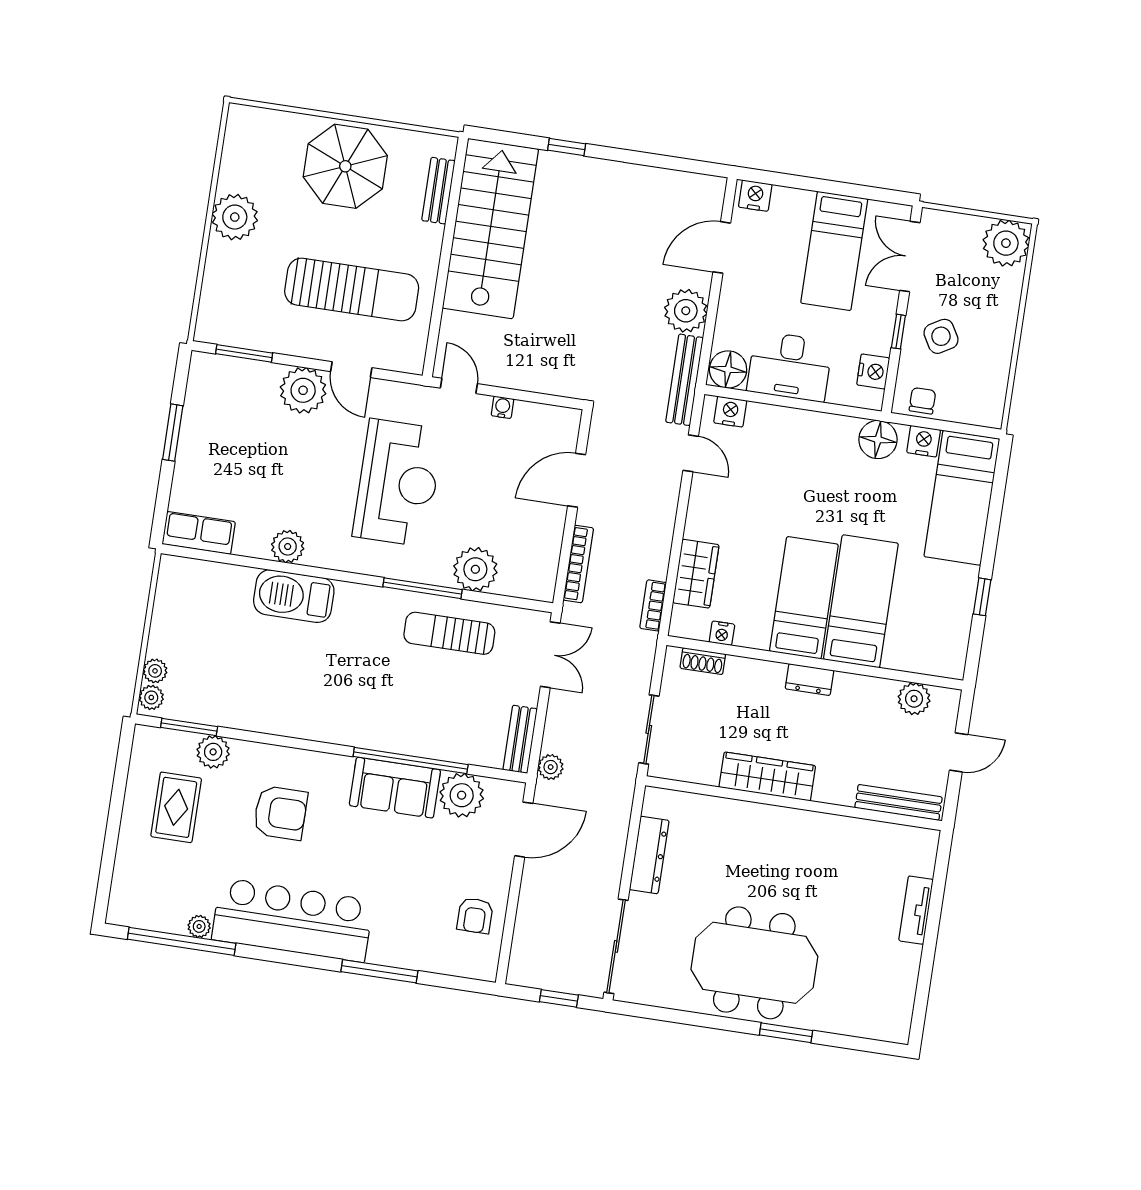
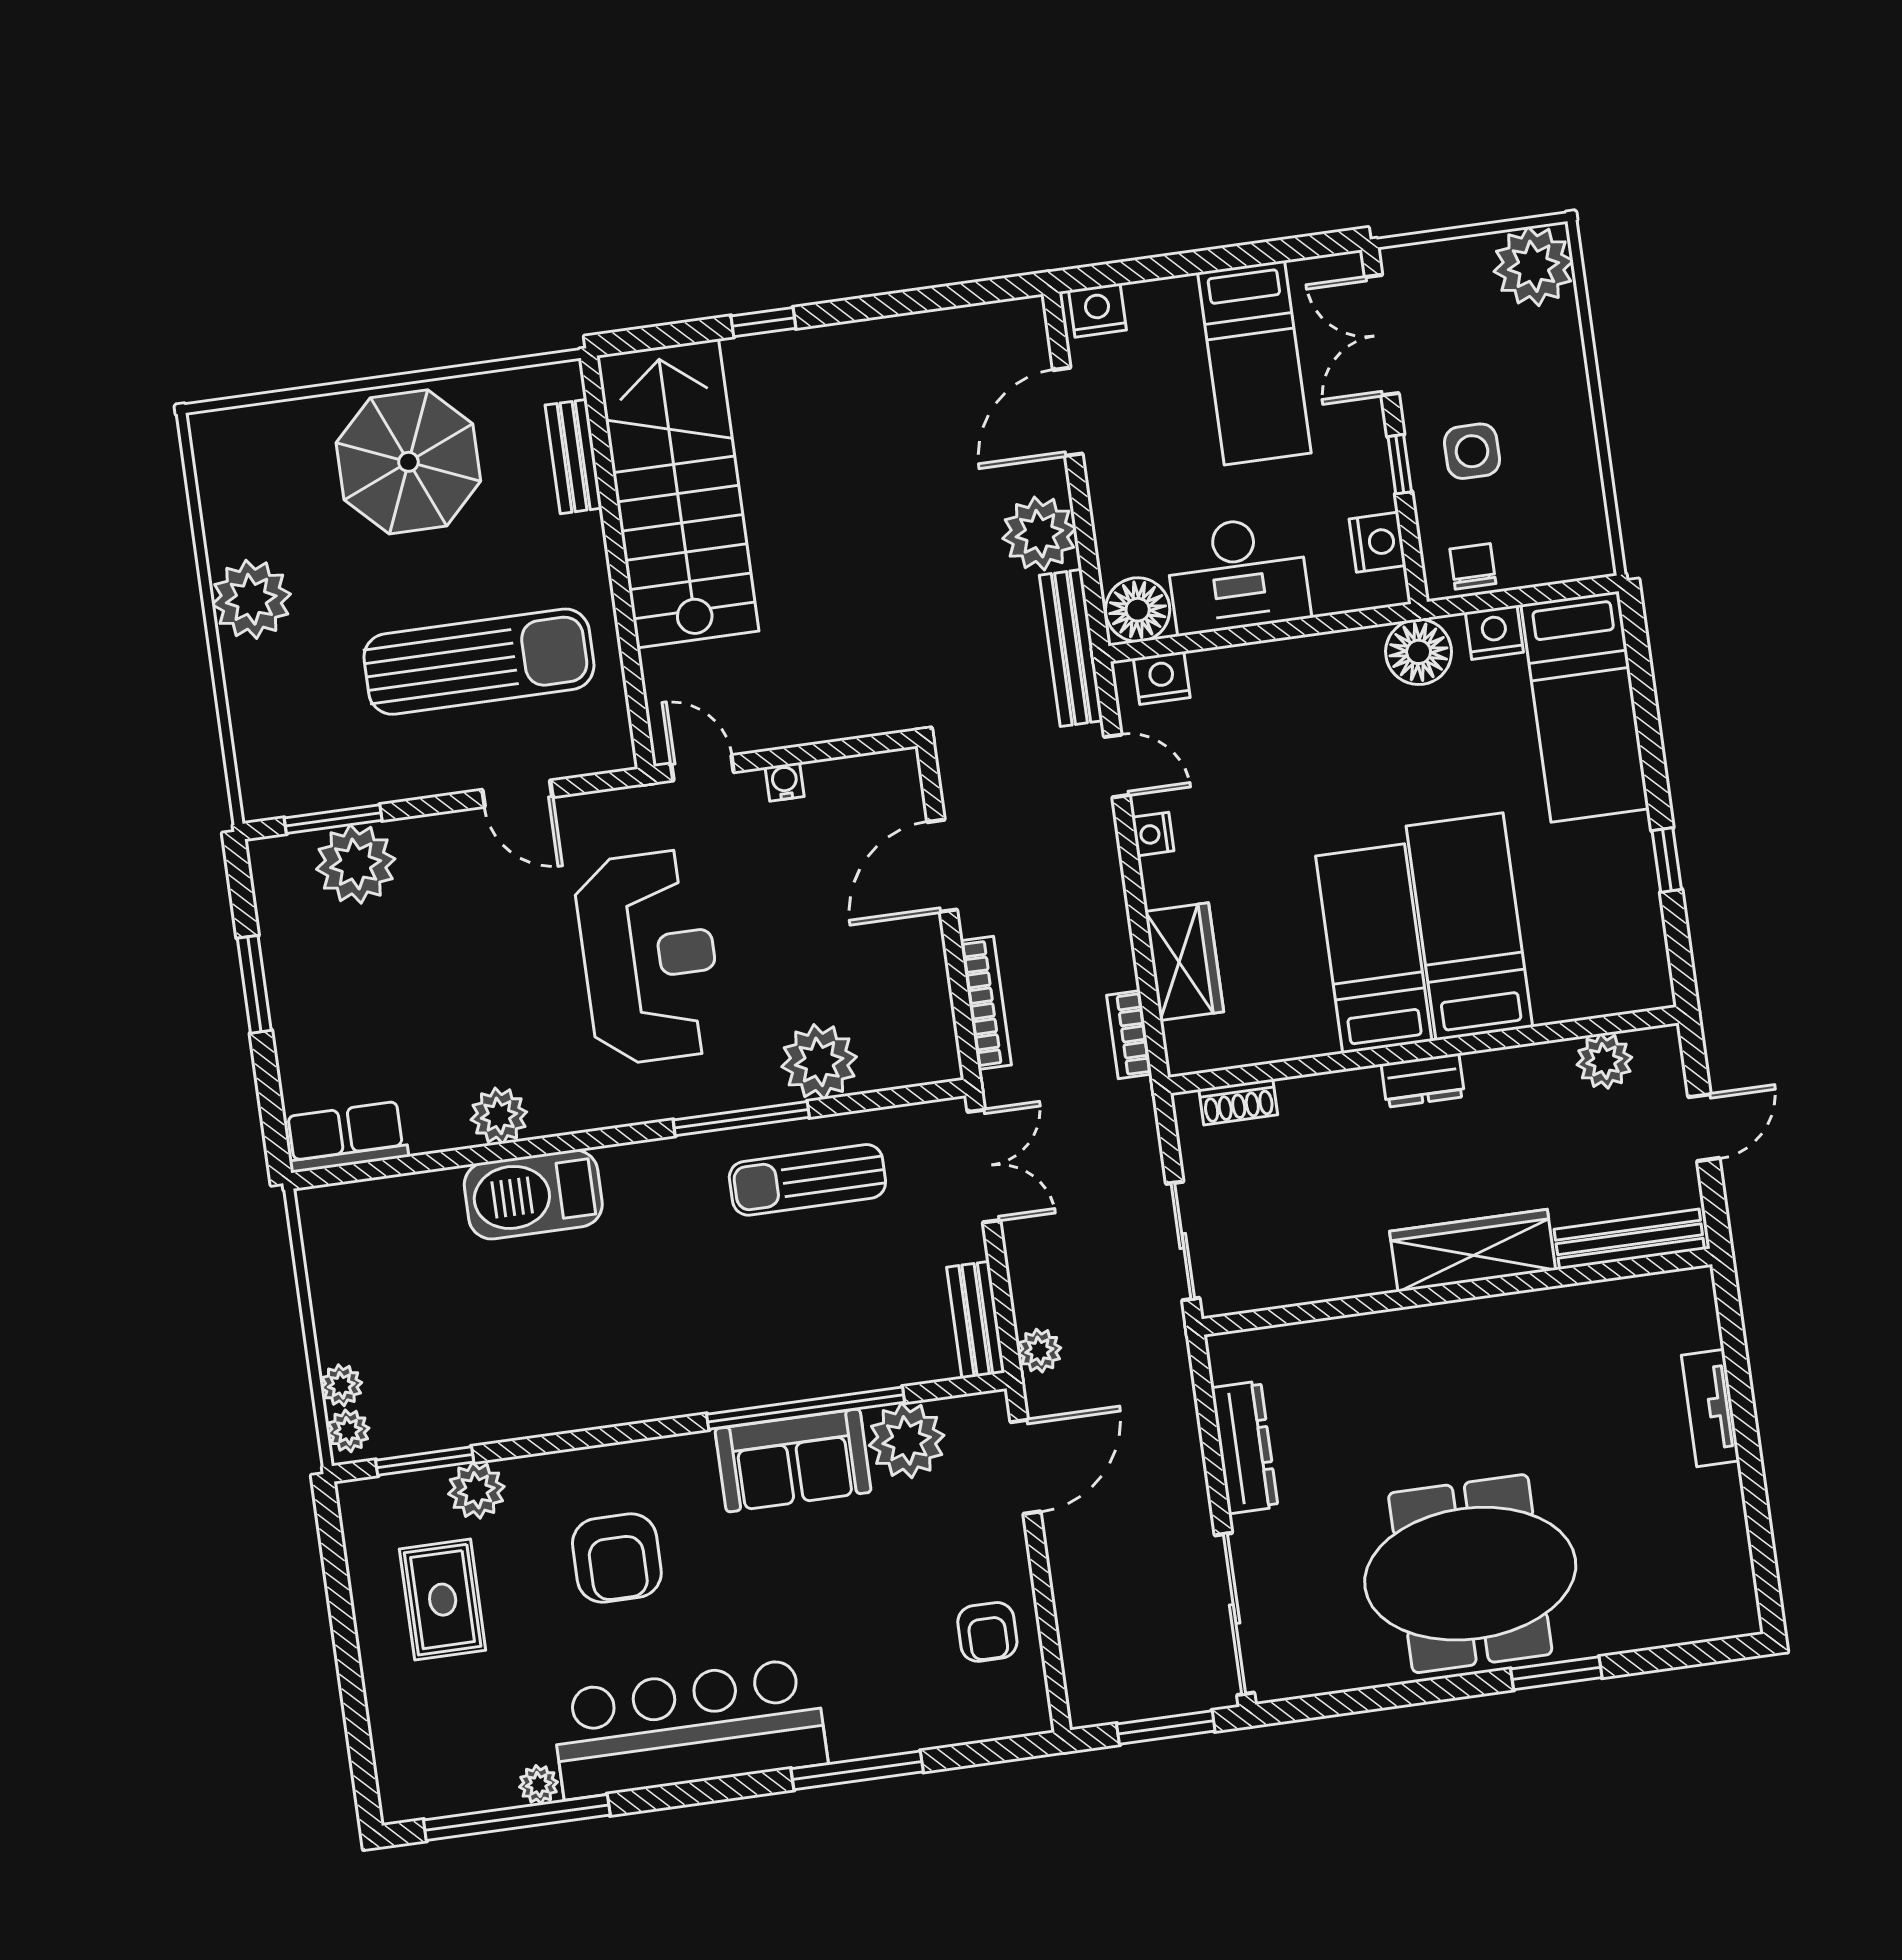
side table: (941, 336) -> (1472, 451), turned 30
plant: (303, 390) -> (356, 864), moved
nightstand: (722, 633) -> (1153, 834), moved, turned 90
wardrobe: (767, 776) -> (1473, 1251), moved
armchair: (280, 813) -> (617, 1558), turned 90
window: (559, 998) -> (1166, 1727), width x1.50

